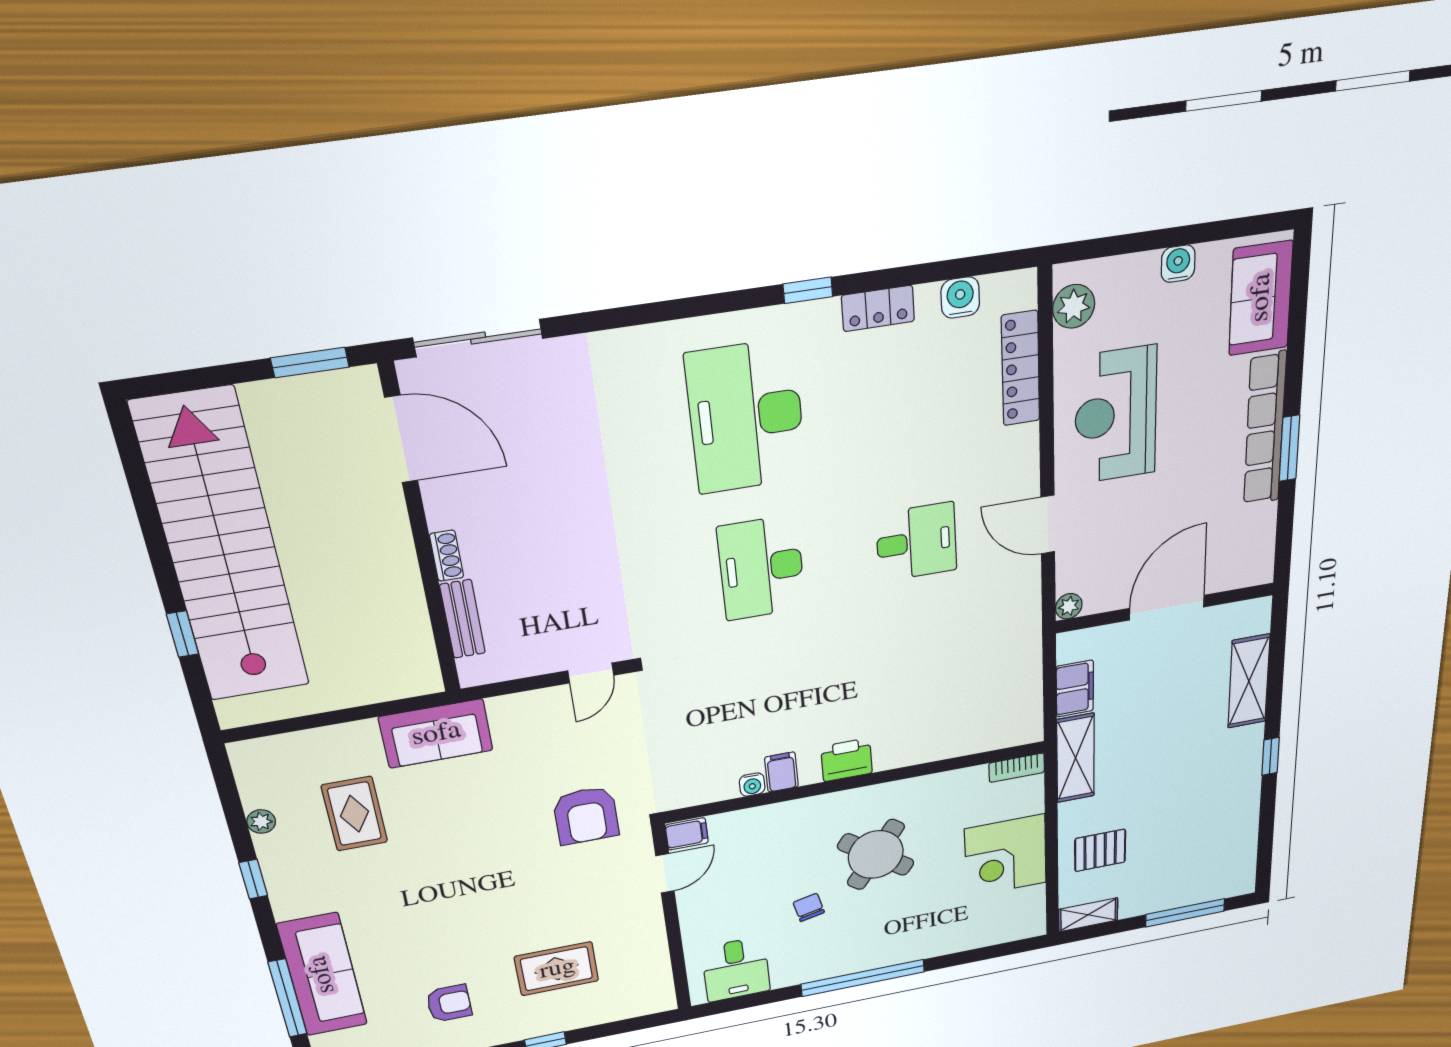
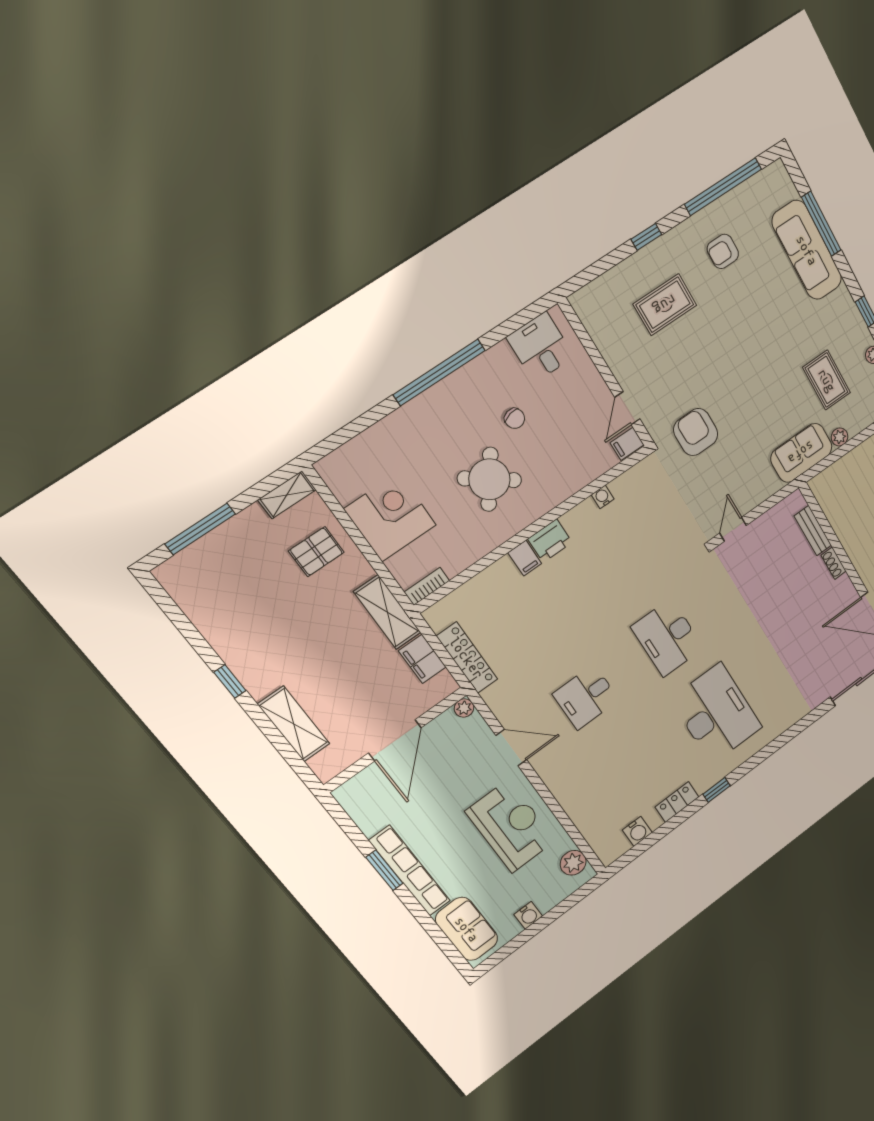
locker: (1021, 369) -> (467, 658), moved
desk: (762, 568) -> (667, 638), turned 180
plant: (363, 733) -> (840, 437), added
filing cabinet: (781, 772) -> (525, 558), moved

